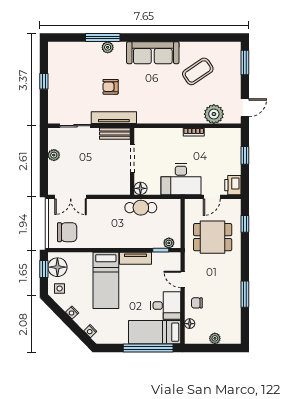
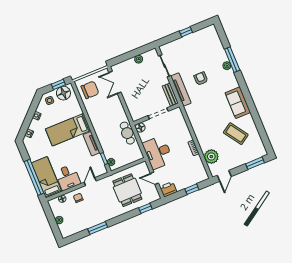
sofa: (153, 53) -> (238, 103), width x0.73
door: (245, 108) -> (224, 176), hinge flipped
chair: (67, 232) -> (90, 90), turned -90

